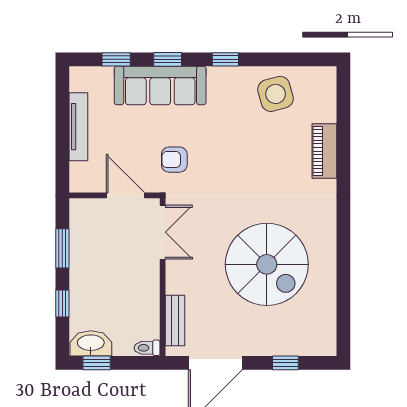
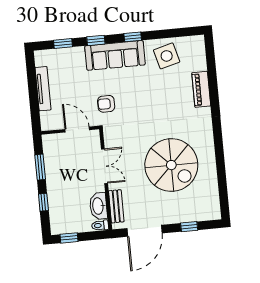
sofa: (160, 85) -> (115, 55), moved
double door: (163, 232) -> (104, 166), moved
washbasin: (91, 343) -> (98, 206), moved, turned -90

